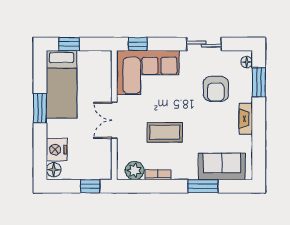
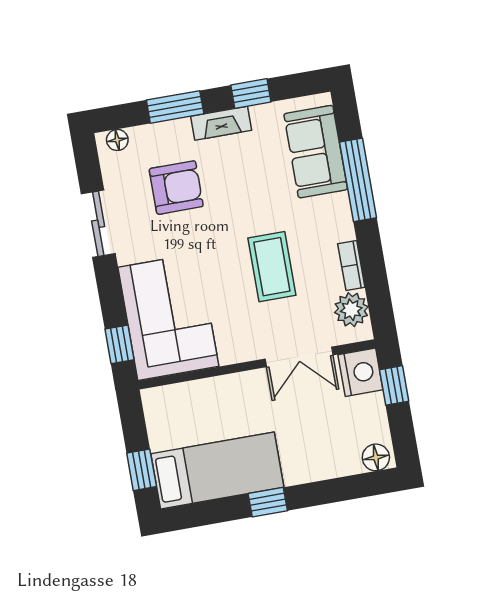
window: (259, 82) -> (175, 107), moved
window: (40, 108) -> (268, 502), width x0.67
double door: (114, 120) -> (299, 357), moved
window: (259, 137) -> (251, 94), added
nightstand: (57, 150) -> (360, 372), moved, turned -90
window: (203, 186) -> (358, 180), width x1.44

